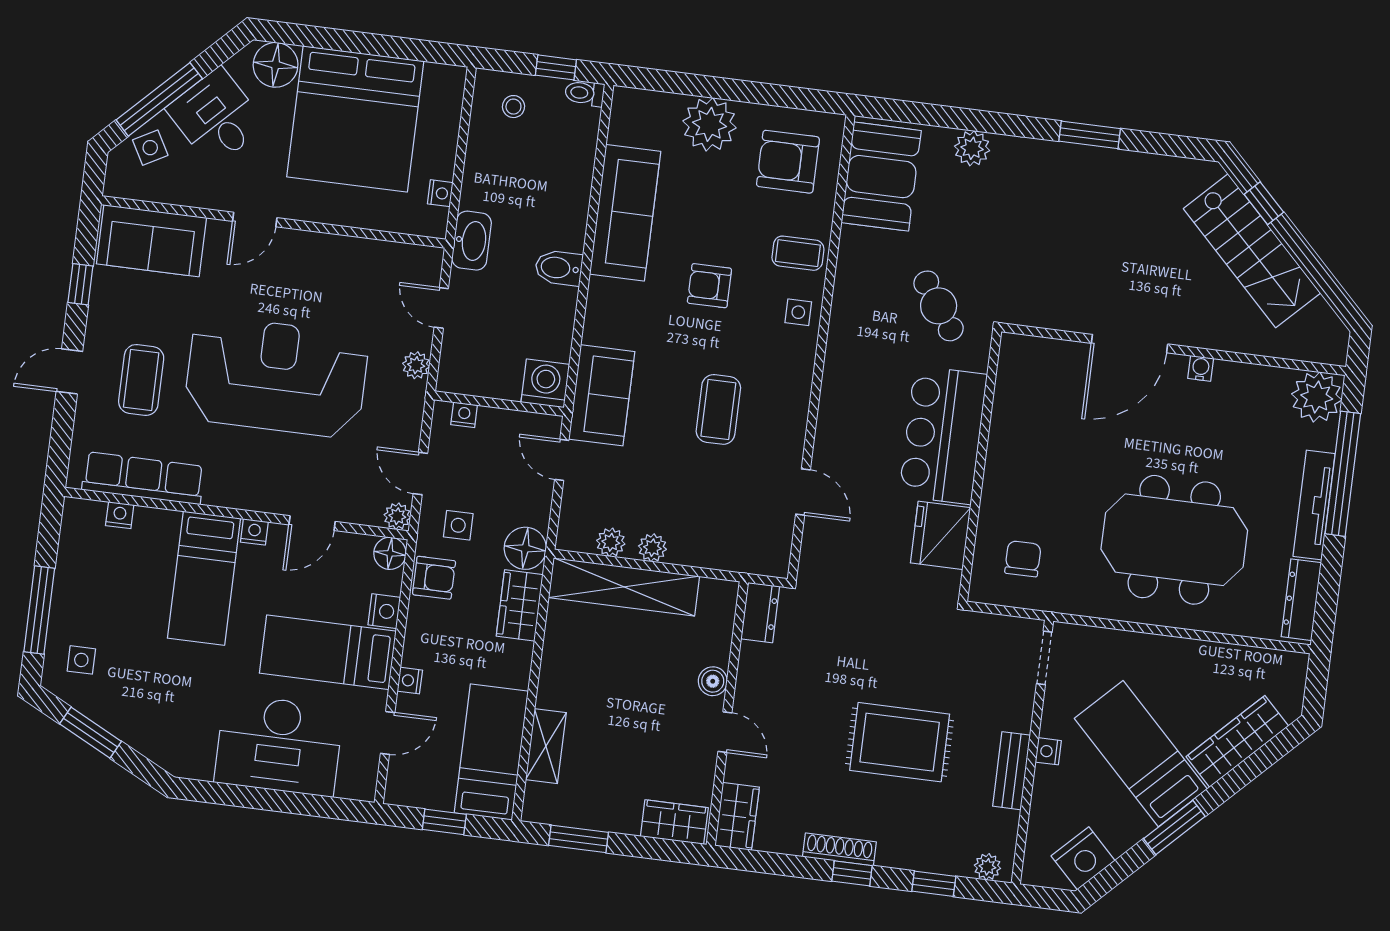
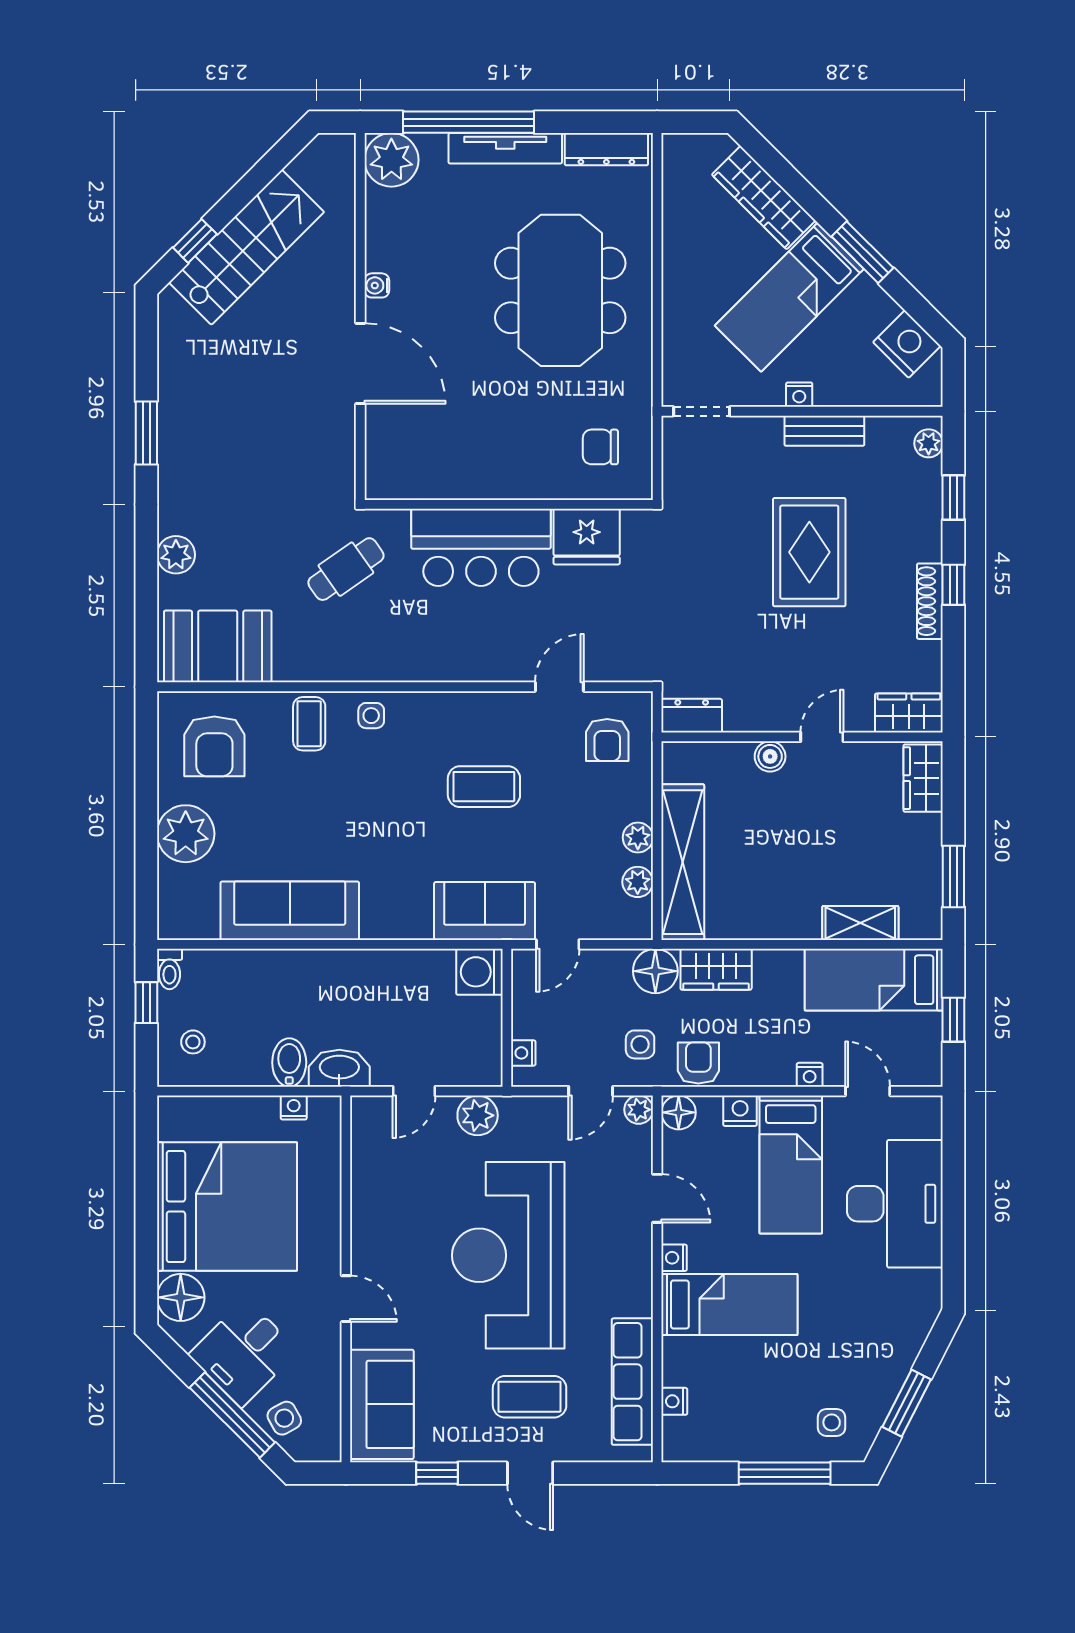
bidet: (559, 268) -> (289, 1062), moved, turned 180
armchair: (709, 286) -> (607, 740), moved
plant: (416, 365) -> (478, 1115), width x1.38, depth x1.38

